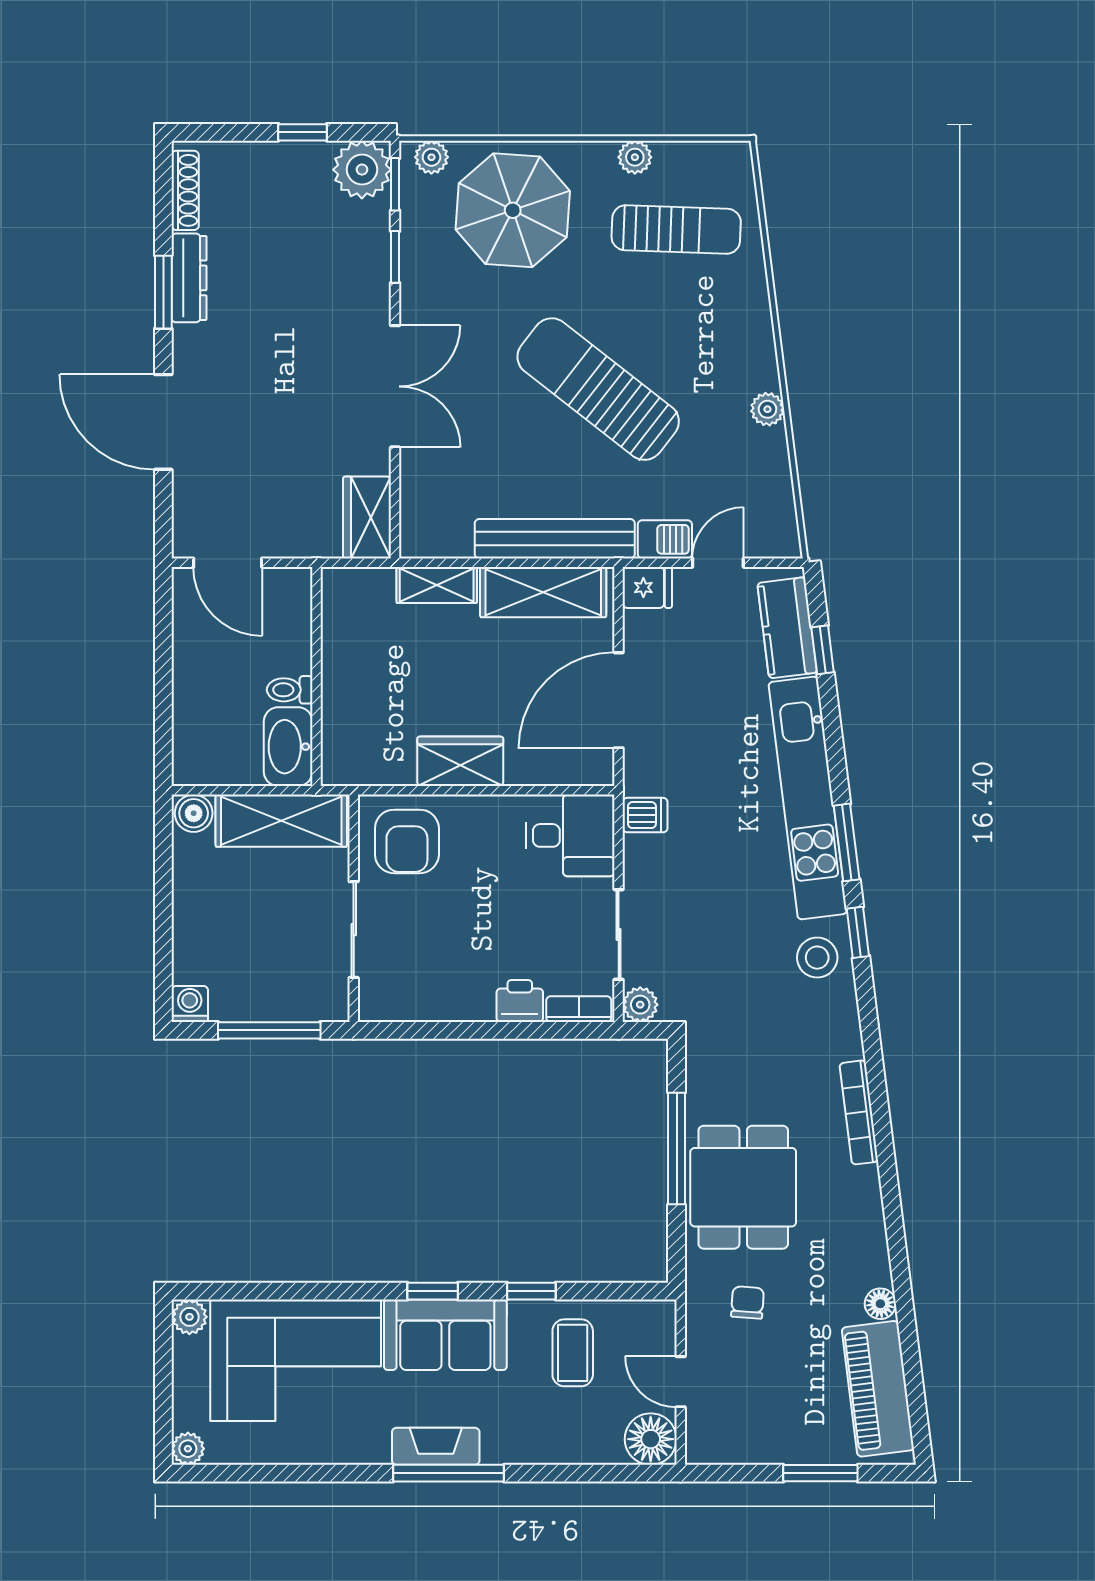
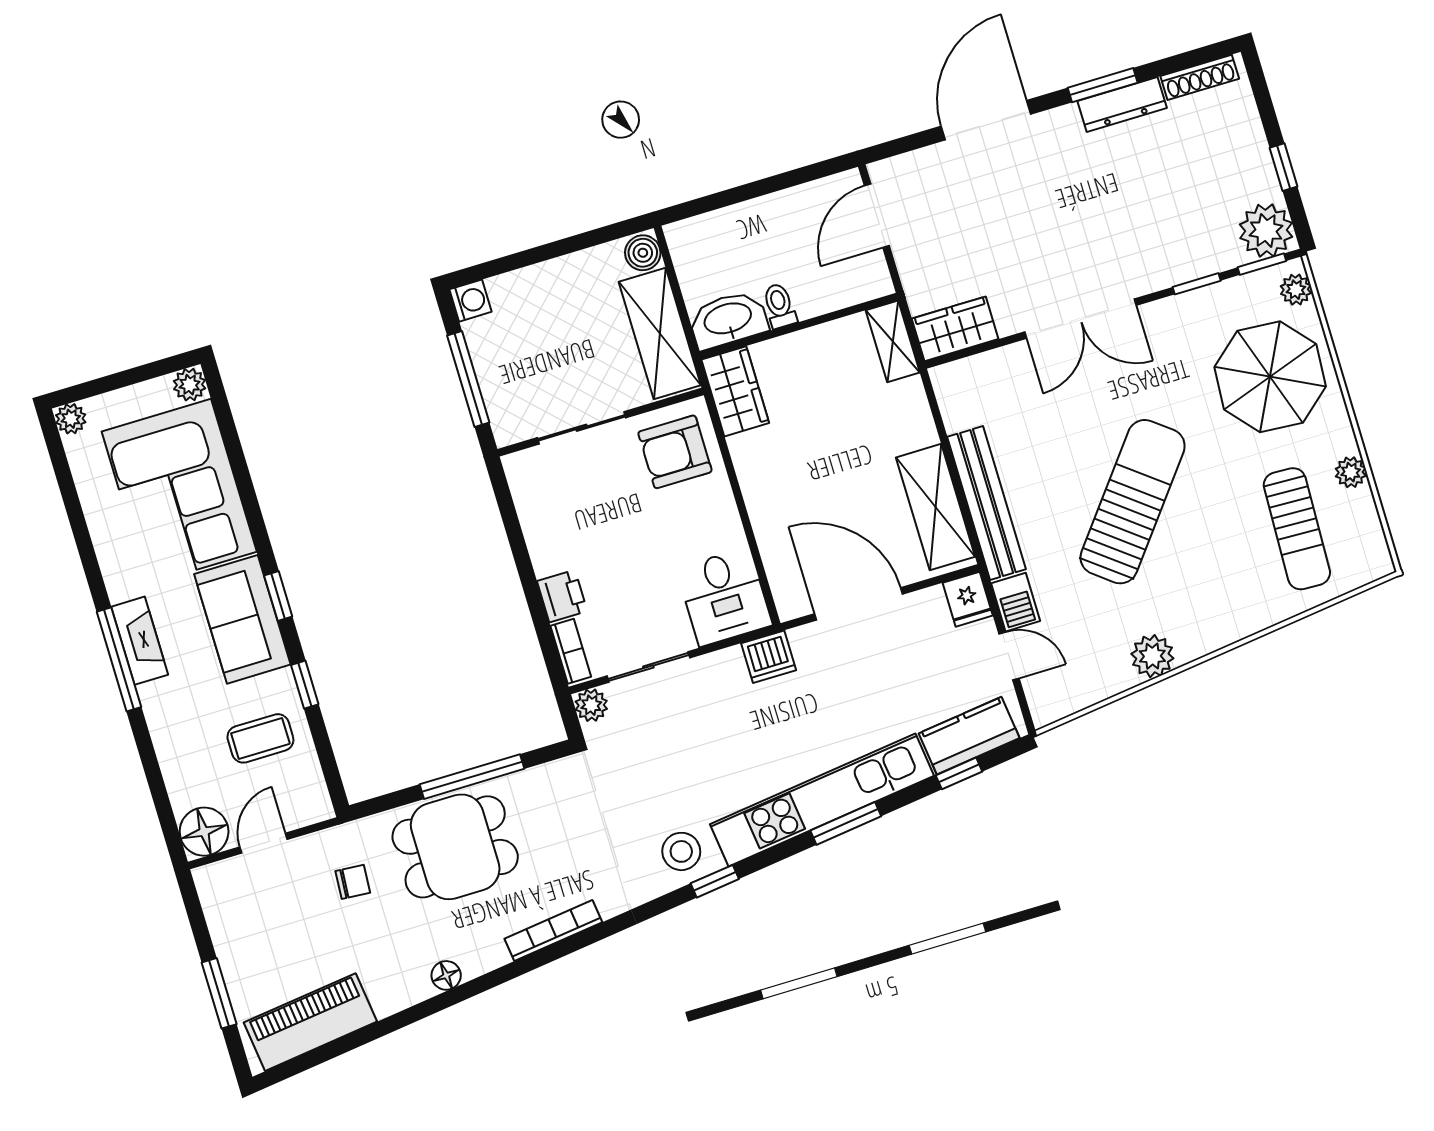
plant: (767, 409) -> (1152, 656), width x1.38, depth x1.38
shelving: (437, 585) -> (893, 341), moved
wardrobe: (460, 761) -> (735, 391), moved
dishwasher: (645, 815) -> (769, 657), width x1.38
window: (847, 842) -> (846, 823), moved
floor lamp: (880, 1304) -> (446, 975), moved

